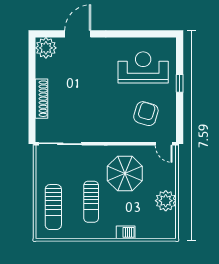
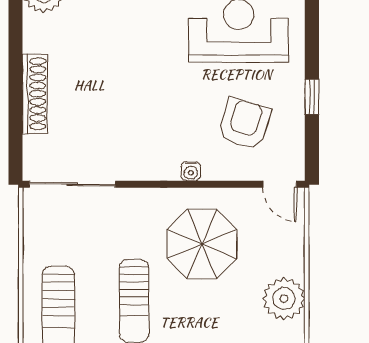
window: (180, 83) -> (312, 97), moved
water cooler: (119, 137) -> (191, 171), added

